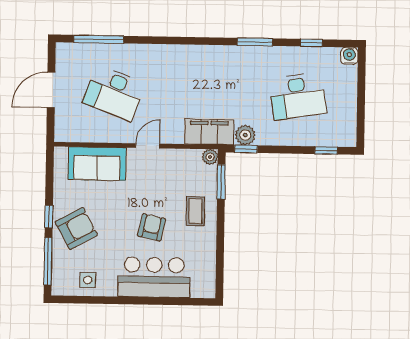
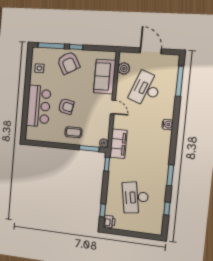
water cooler: (349, 56) -> (168, 125), moved
plant: (245, 135) -> (124, 69), moved
printer: (344, 138) -> (109, 221), added

